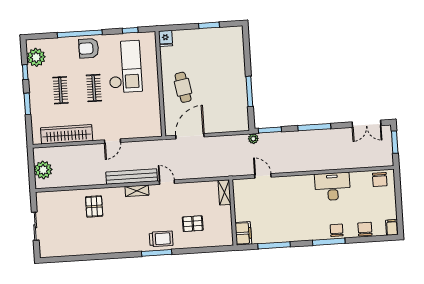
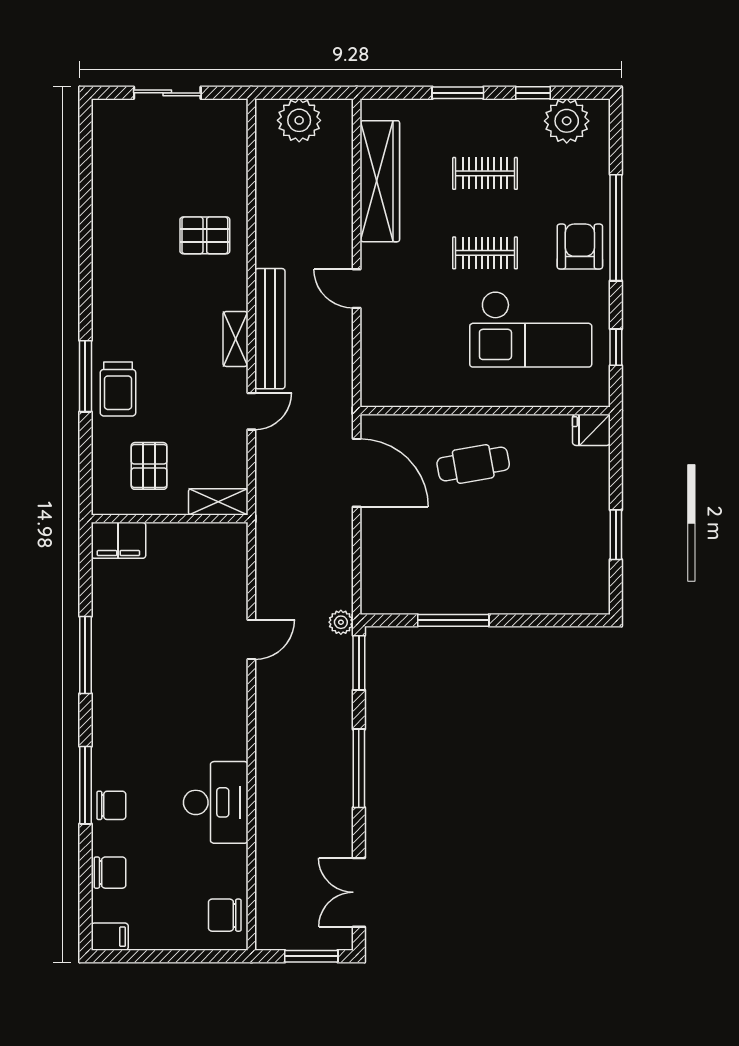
shelving: (224, 192) -> (218, 502), moved
wall: (233, 212) -> (170, 519), moved
filing cabinet: (243, 233) -> (118, 540), moved

